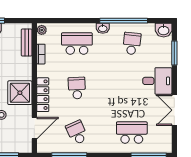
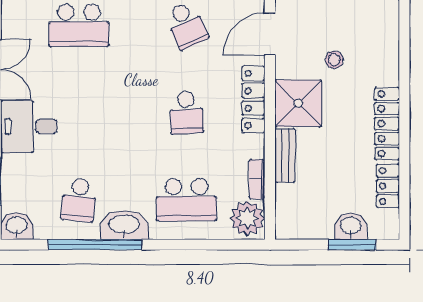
washbasin: (103, 28) -> (124, 225), width x1.91, depth x1.45
plant: (42, 30) -> (247, 218), width x1.88, depth x1.88
bench: (27, 42) -> (285, 156), moved

